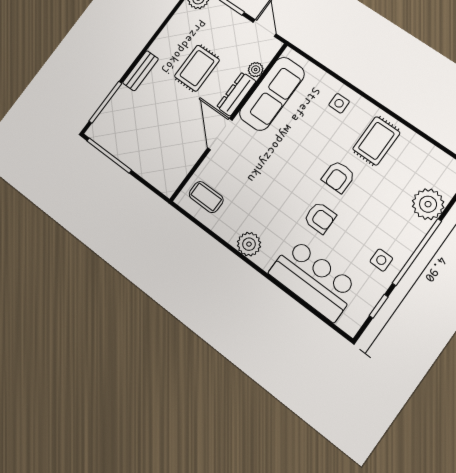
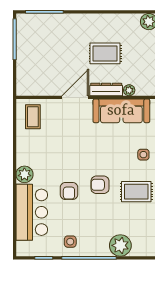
bench: (141, 71) -> (79, 19), removed
plant: (249, 244) -> (24, 174), moved

